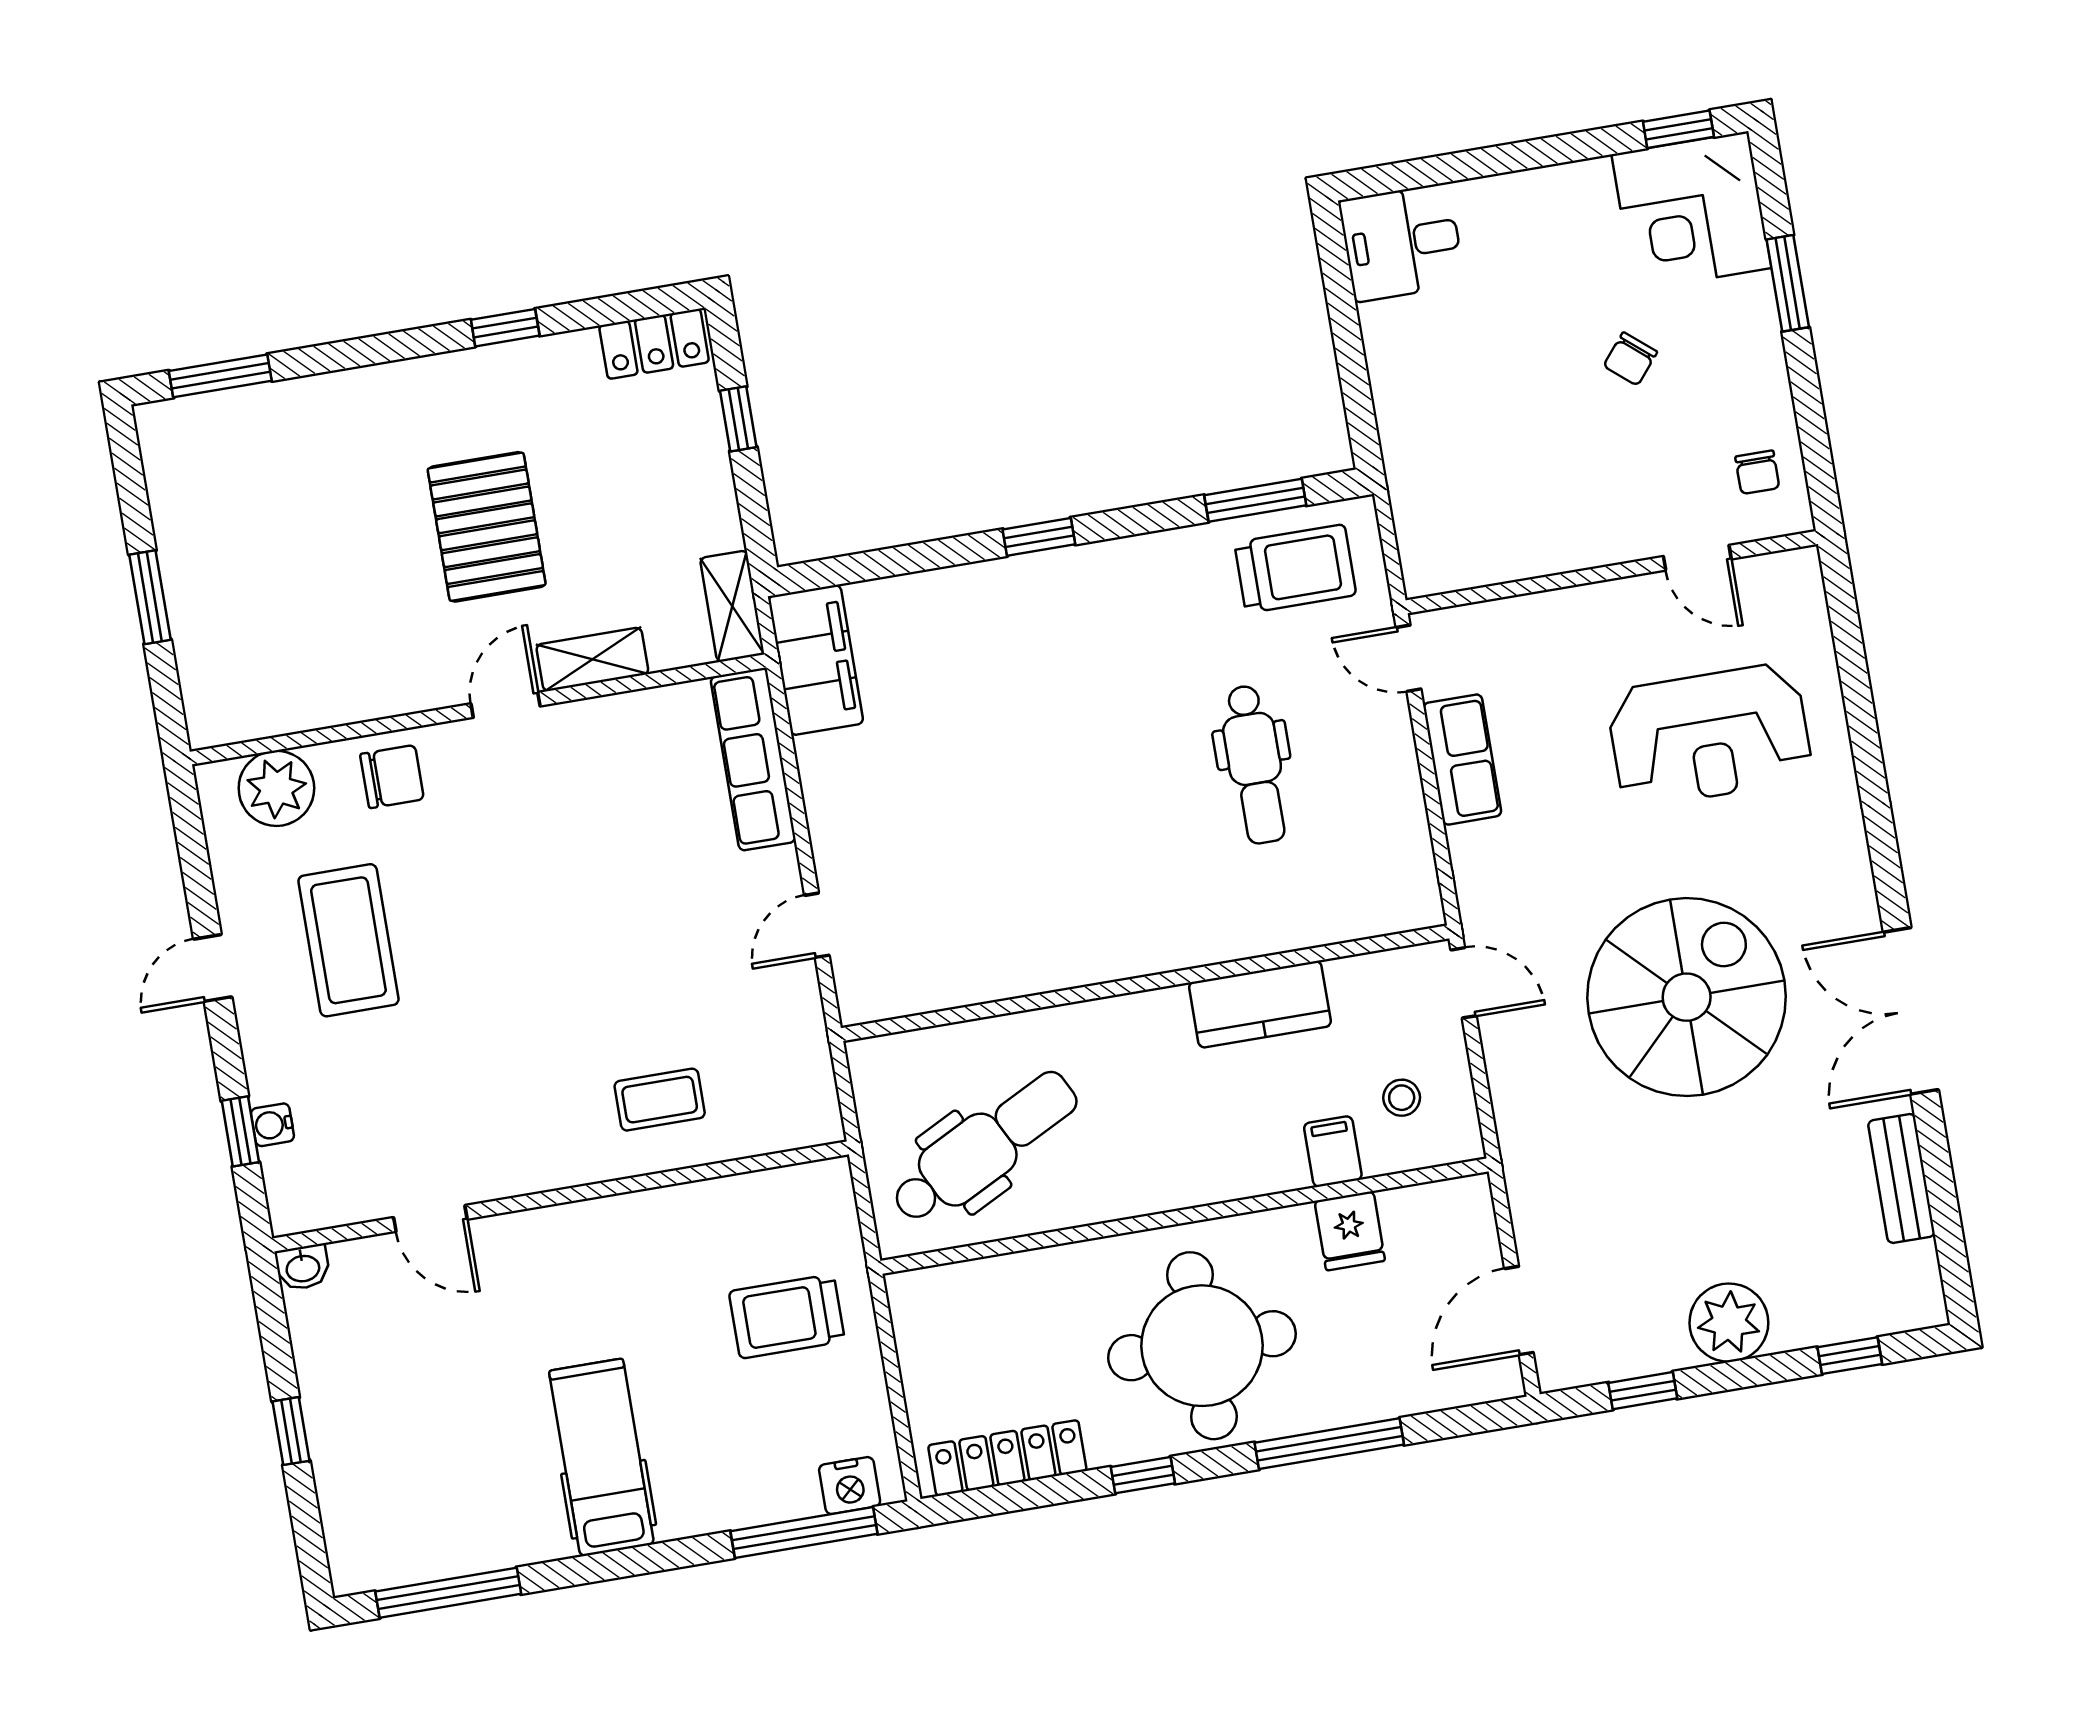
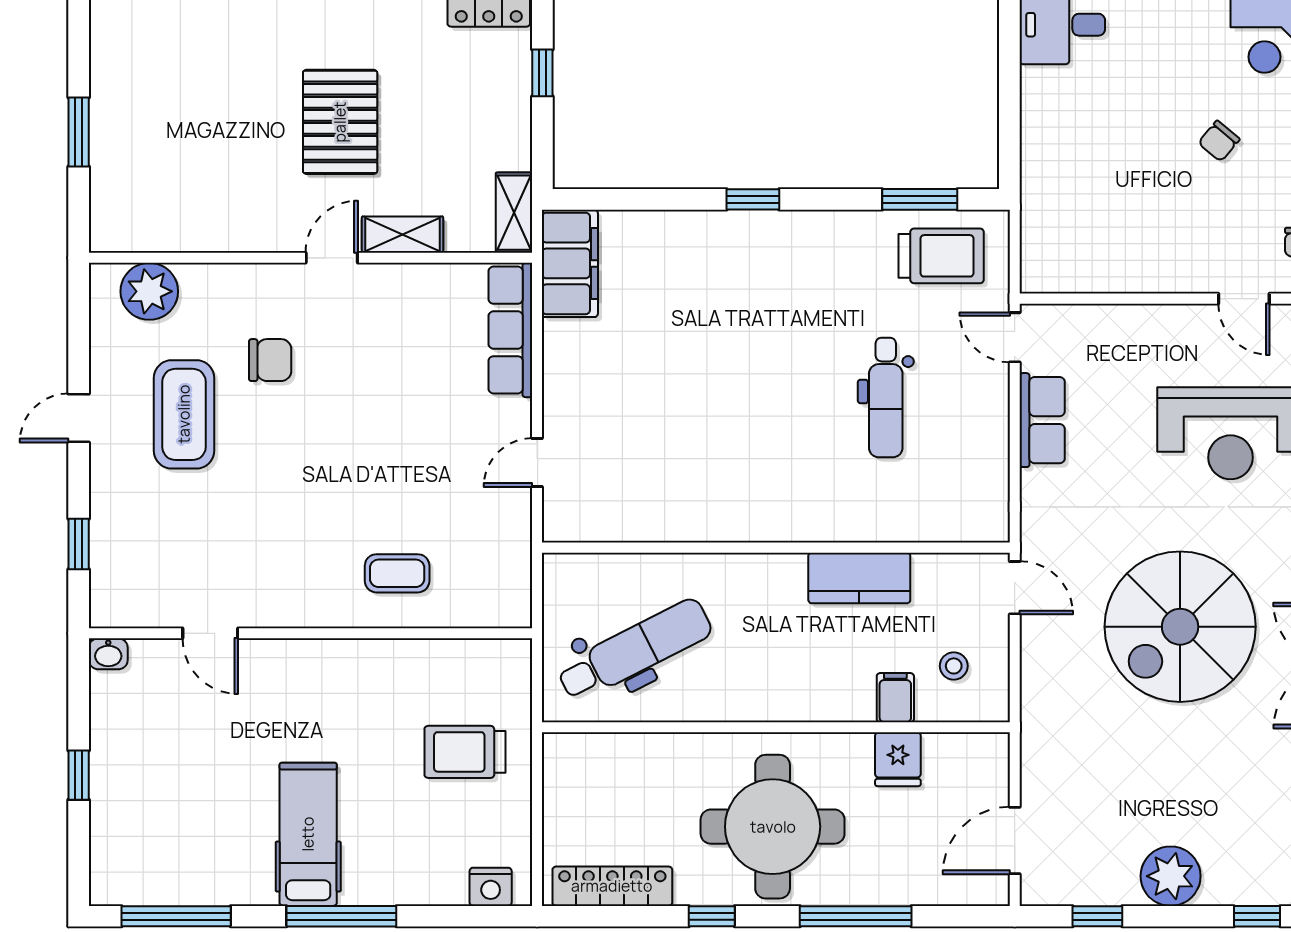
chair: (392, 777) -> (270, 360), moved
spiral stairs: (1687, 997) -> (1180, 627), turned 180
water cooler: (272, 1125) -> (104, 543), removed
window: (804, 1533) -> (341, 916), moved

